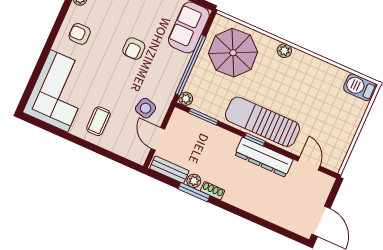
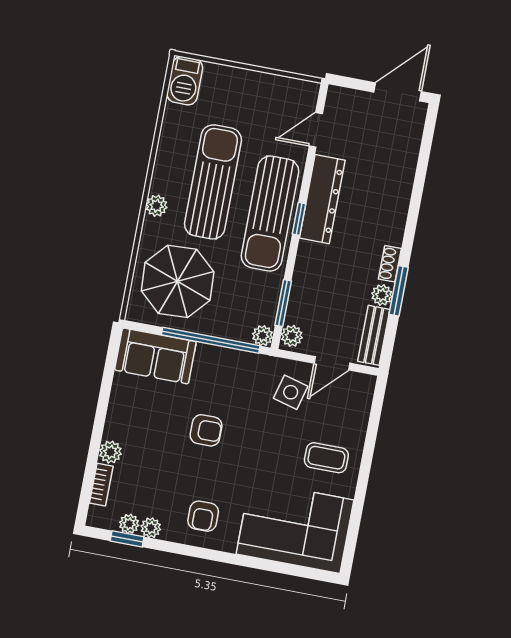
sun lounger: (291, 90) -> (213, 182), added
plant: (181, 117) -> (292, 336), added

